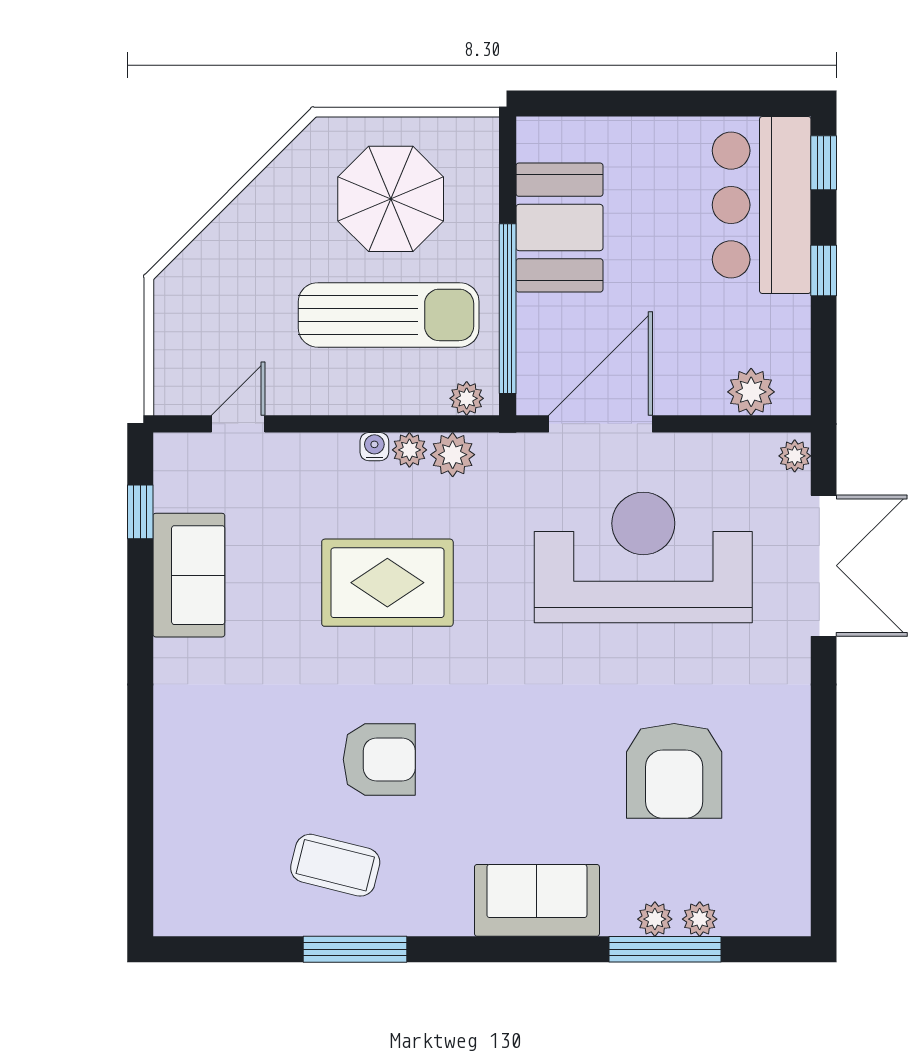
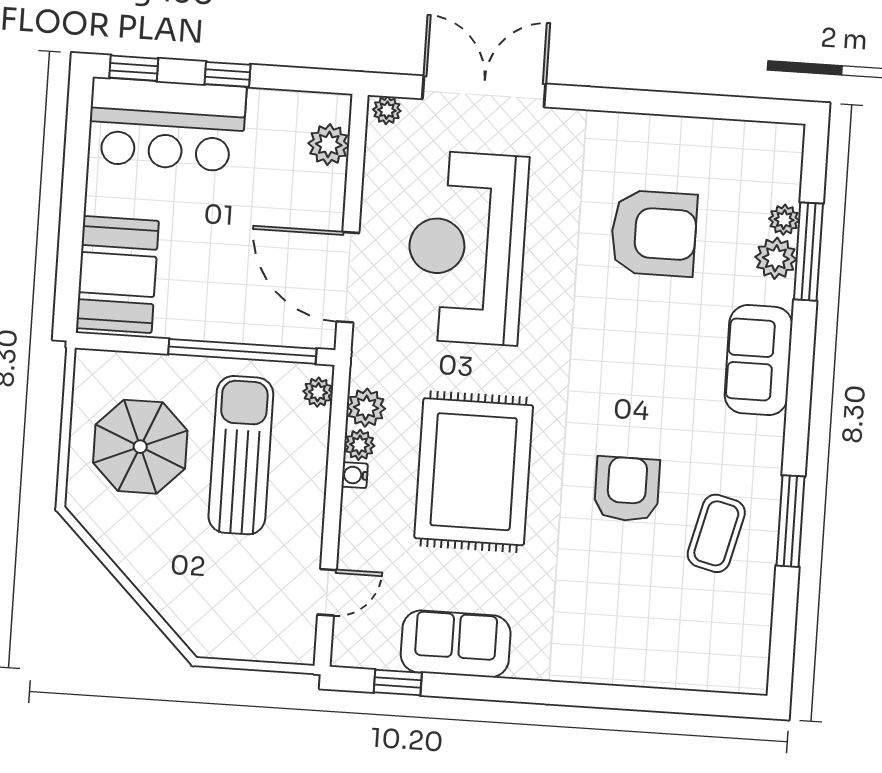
booth: (559, 228) -> (117, 275), moved, turned 90
door: (238, 424) -> (327, 592), swing flipped
rug: (387, 583) -> (474, 472), width x1.37, depth x1.44
plant: (655, 919) -> (776, 258), width x1.38, depth x1.38

